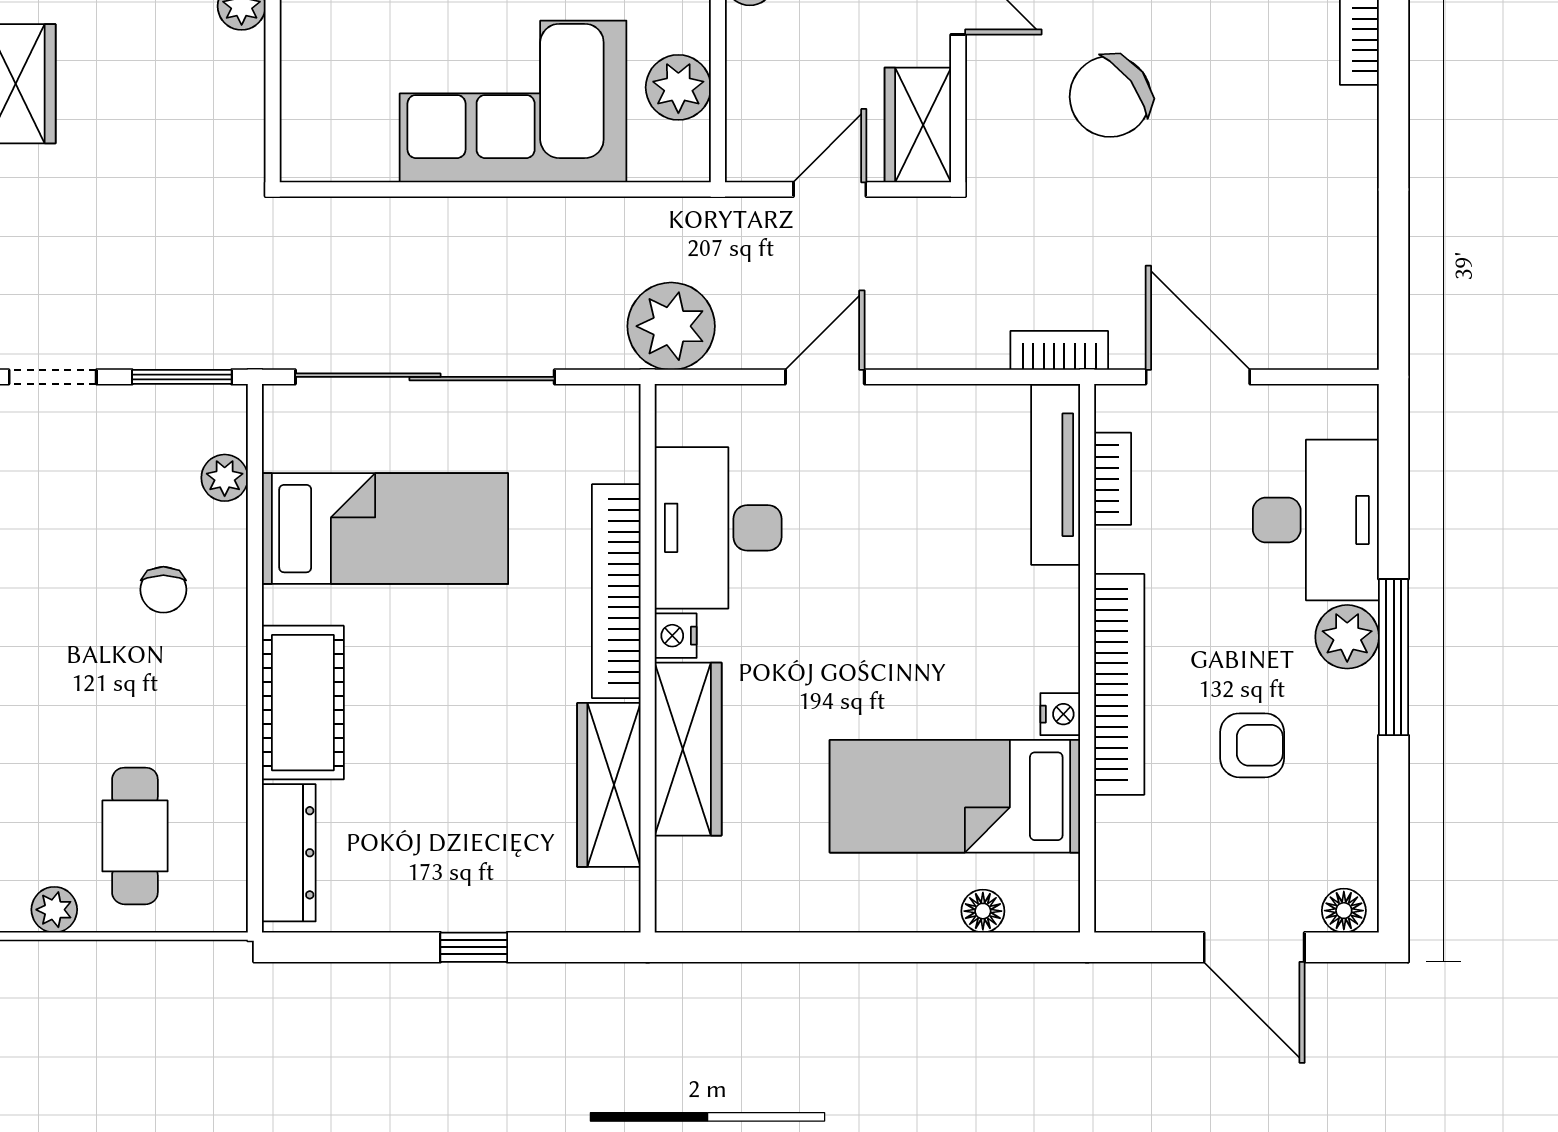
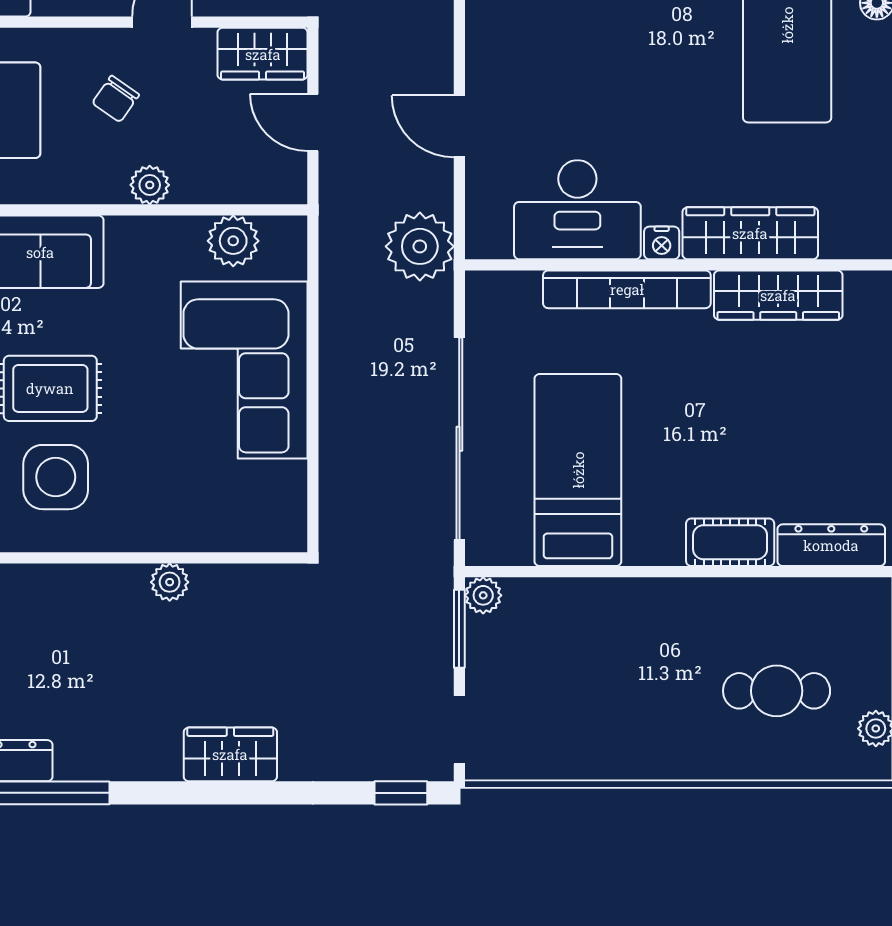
plant: (225, 478) -> (483, 595), moved
chair: (163, 590) -> (626, 643), removed
cot: (303, 703) -> (730, 542), width x0.73, depth x0.75
cafe table: (135, 836) -> (777, 691), moved

